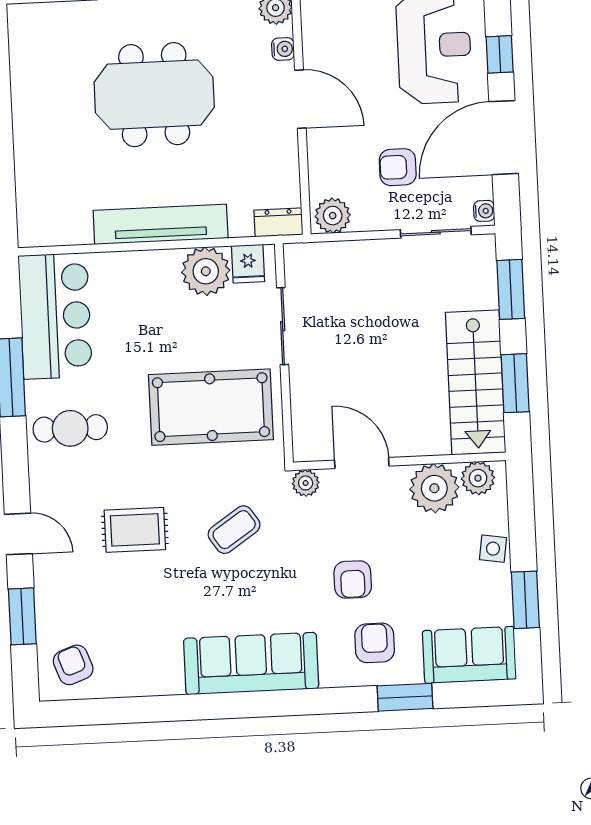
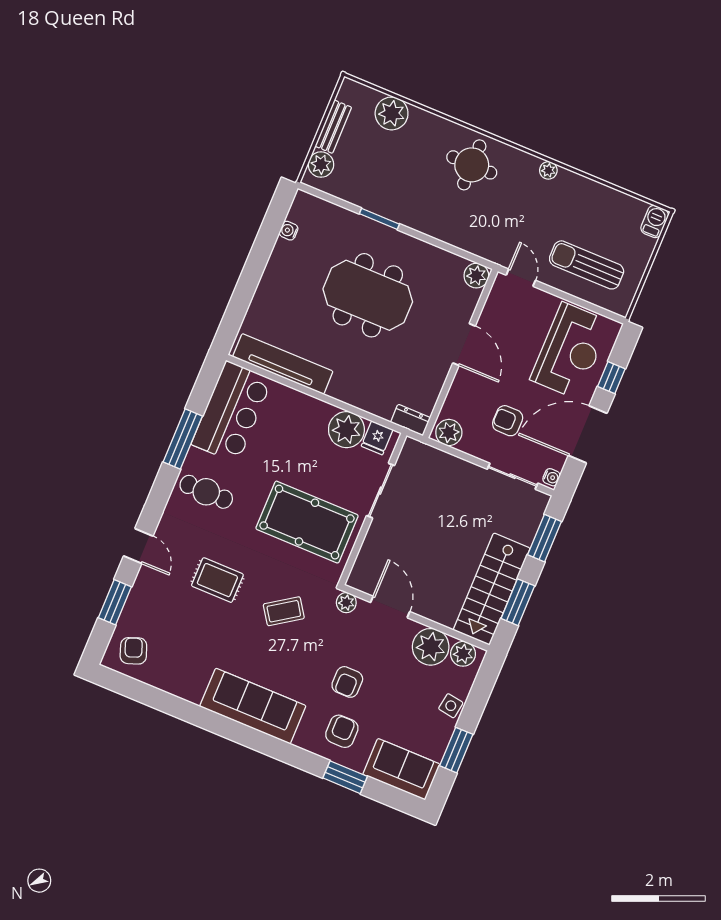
water cooler: (283, 49) -> (289, 231), moved, turned 180
tv unit: (161, 224) -> (283, 364), moved

